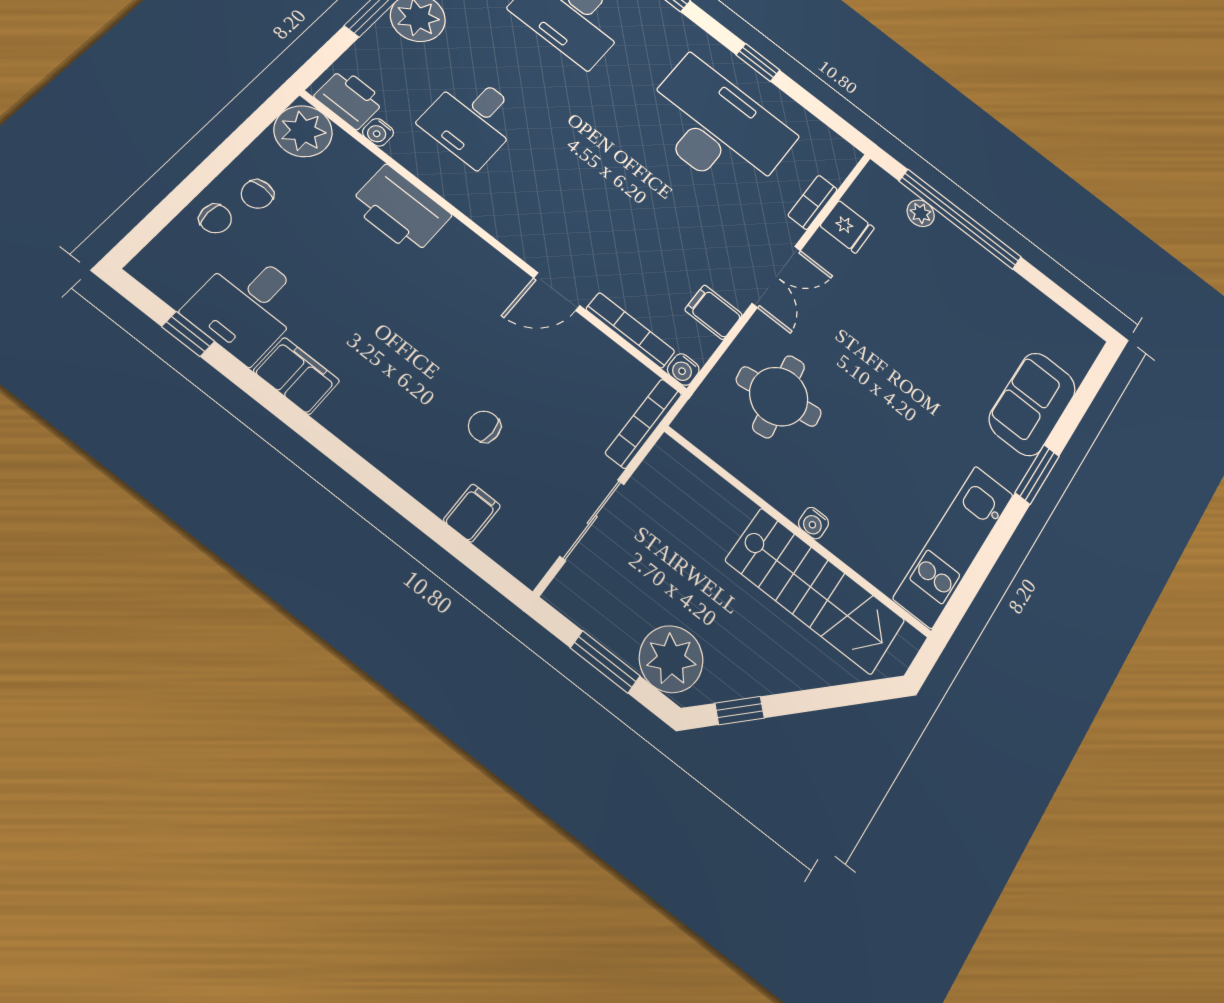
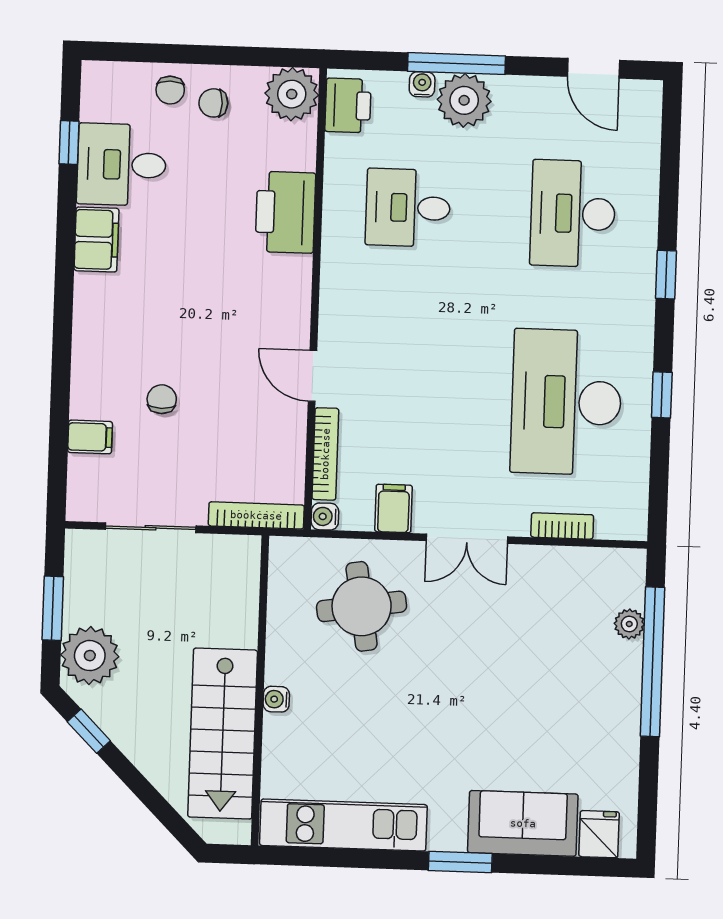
desk: (716, 128) -> (566, 402), turned 180
water cooler: (378, 132) -> (422, 84), moved, turned 90
fridge: (847, 227) -> (599, 834), moved, turned 180

